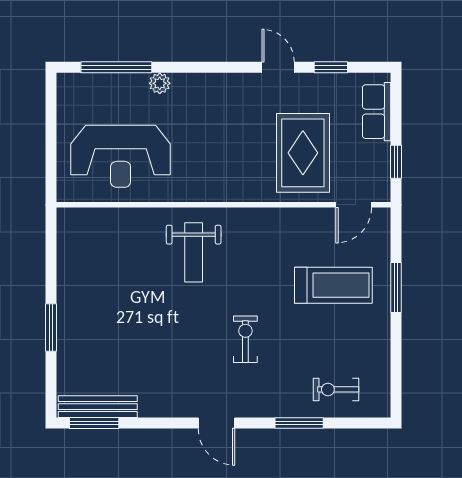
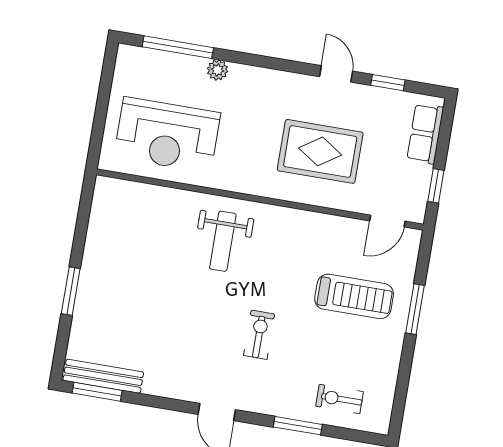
rug: (303, 153) -> (320, 151), moved, turned 90

